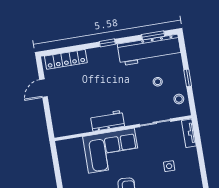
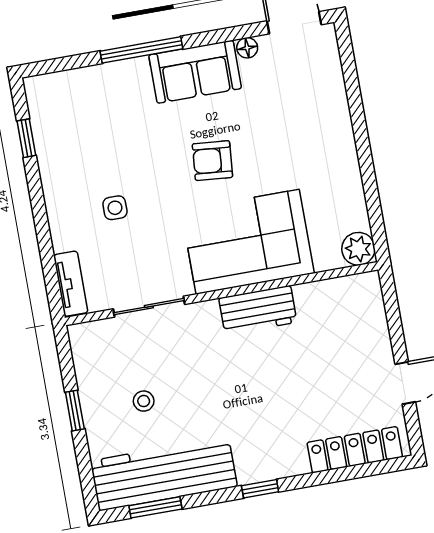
stool: (179, 99) -> (95, 362), removed
plant: (63, 147) -> (358, 249), added

